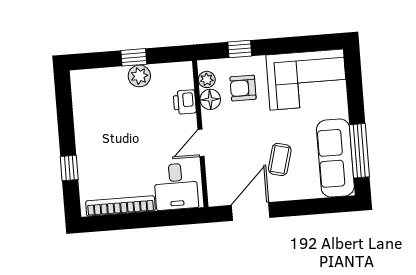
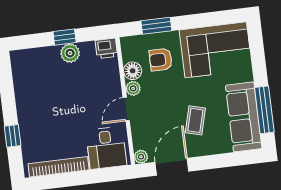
window: (240, 49) -> (156, 26), width x1.50
plant: (207, 79) -> (133, 88), moved
printer: (185, 102) -> (106, 48), moved, turned -90
plant: (216, 198) -> (141, 157), added

